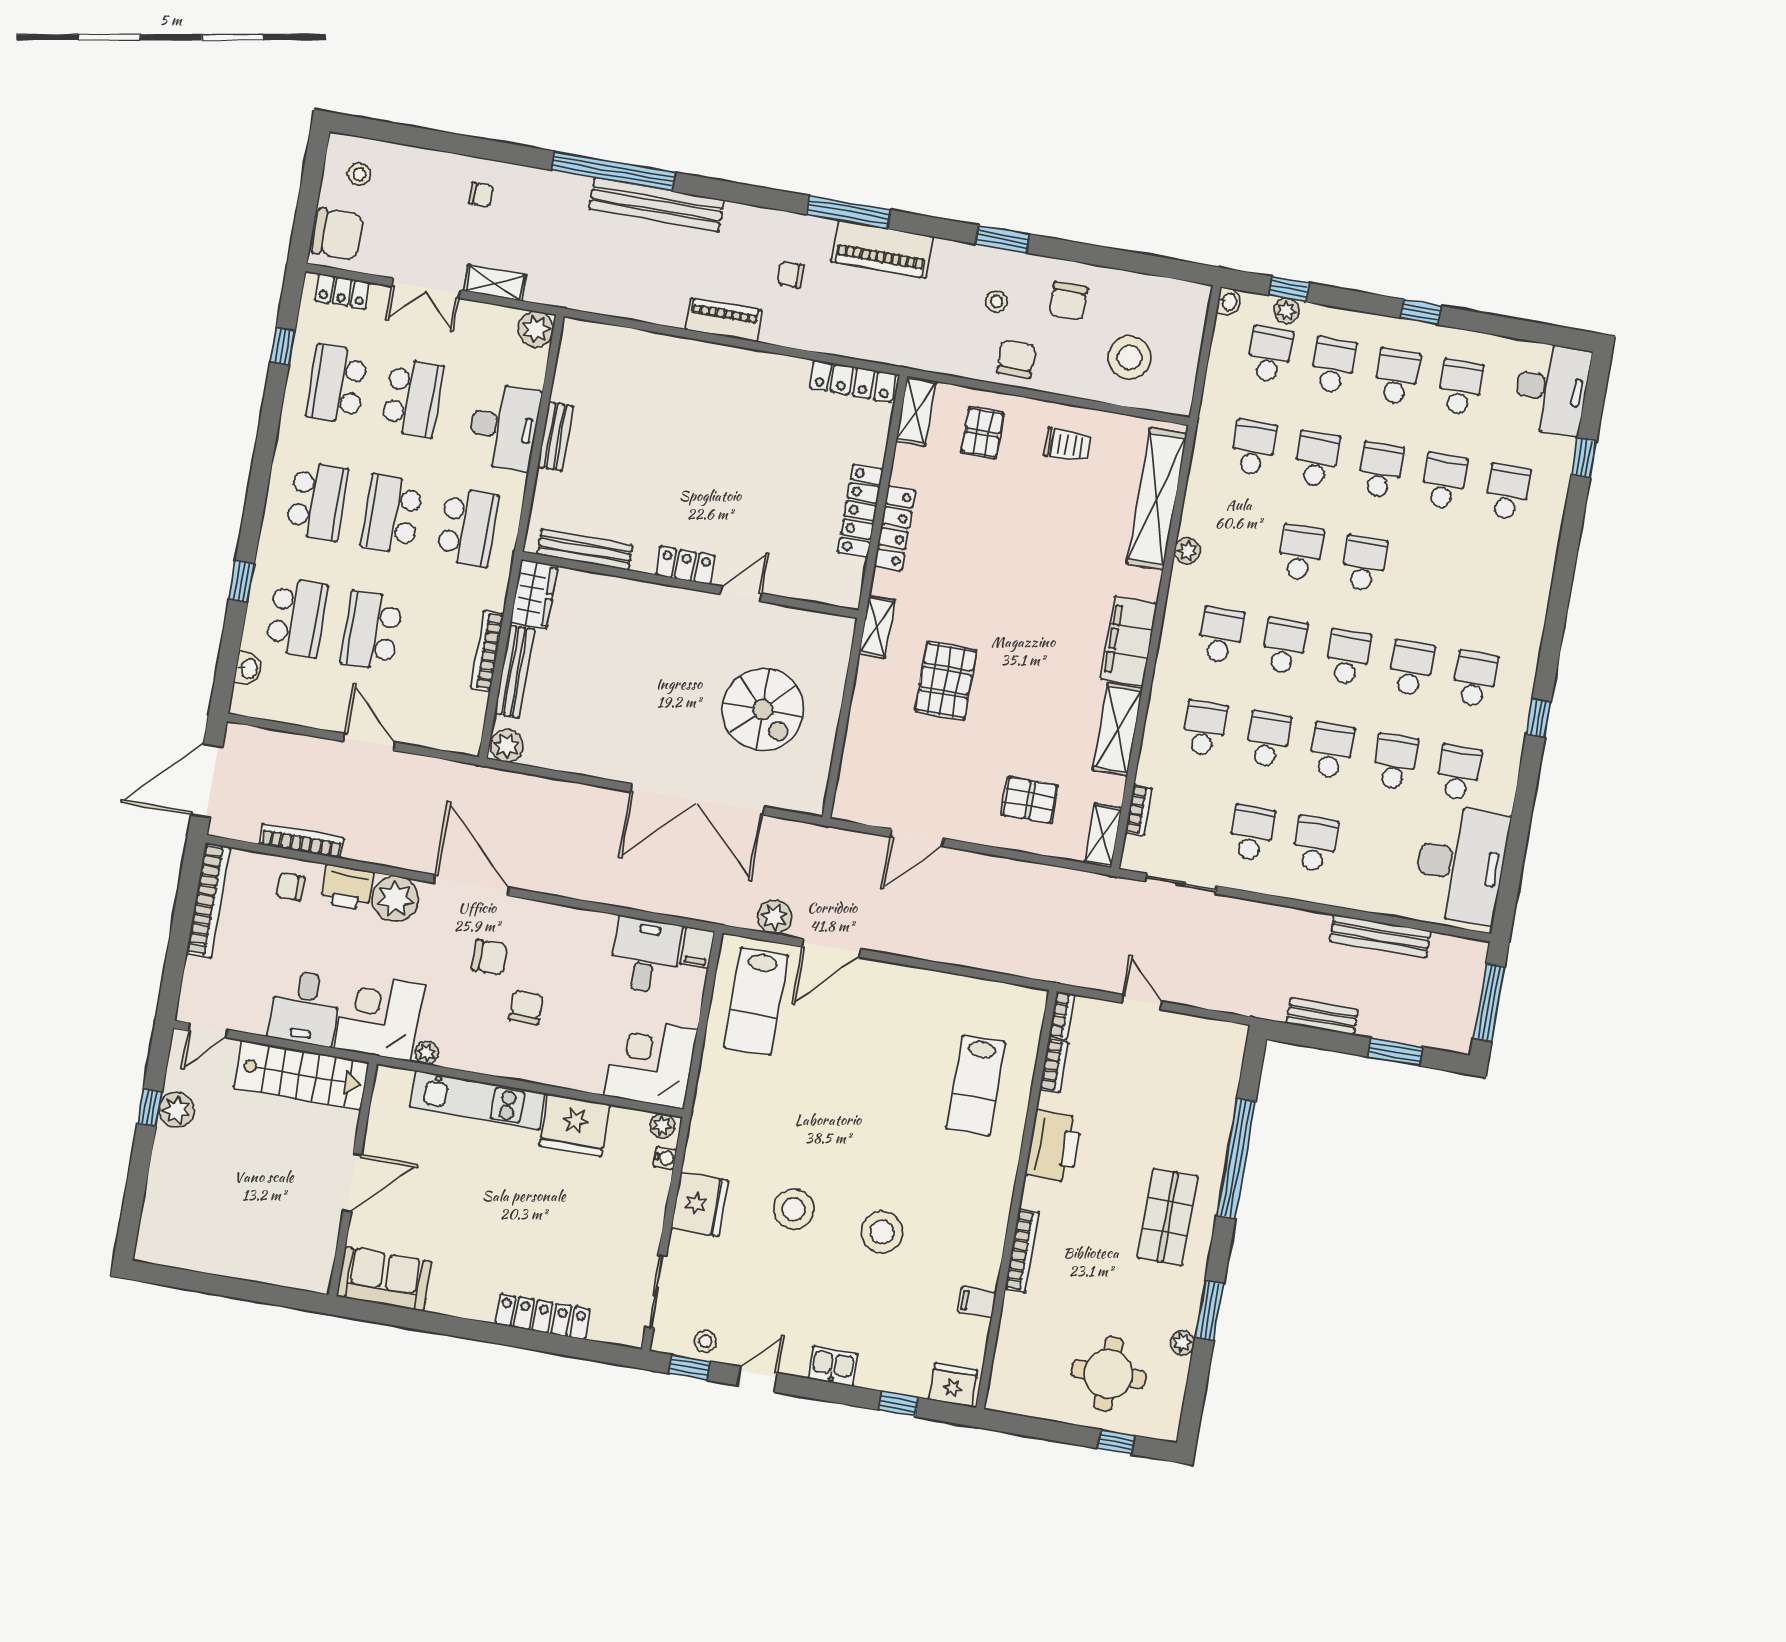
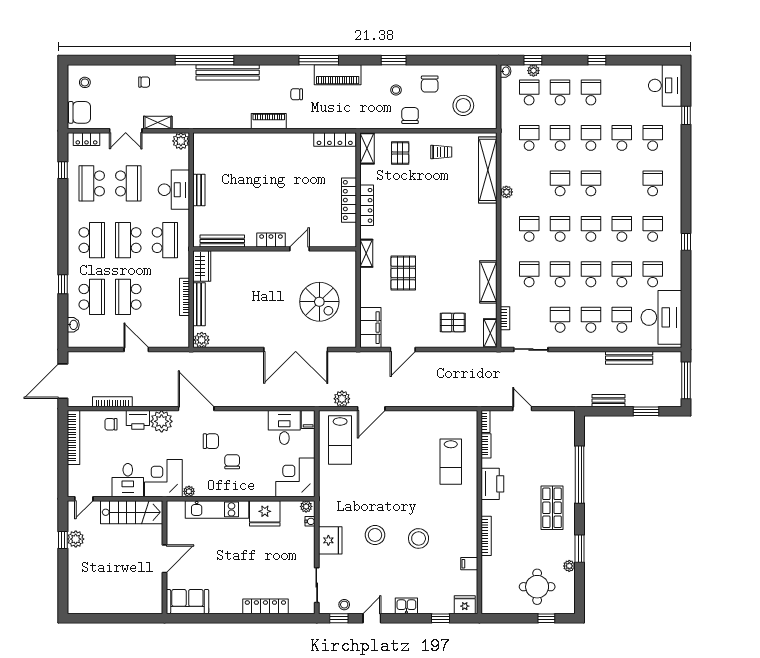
school desk: (1460, 388) -> (653, 183), moved
filing cabinet: (1129, 641) -> (370, 328), moved, turned 180
school desk: (1379, 855) -> (622, 320), added

